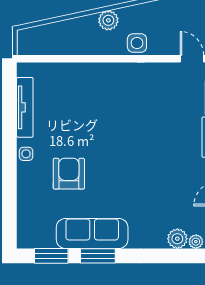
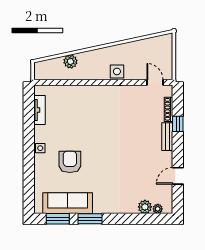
plant: (108, 20) -> (70, 62), moved
tv unit: (25, 107) -> (39, 110), width x0.71
sofa: (92, 233) -> (68, 203), moved

